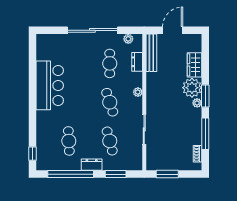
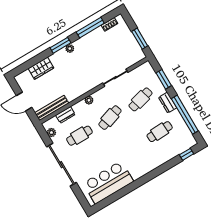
bar counter: (50, 85) -> (108, 182), moved
plant: (192, 88) -> (60, 60), removed

